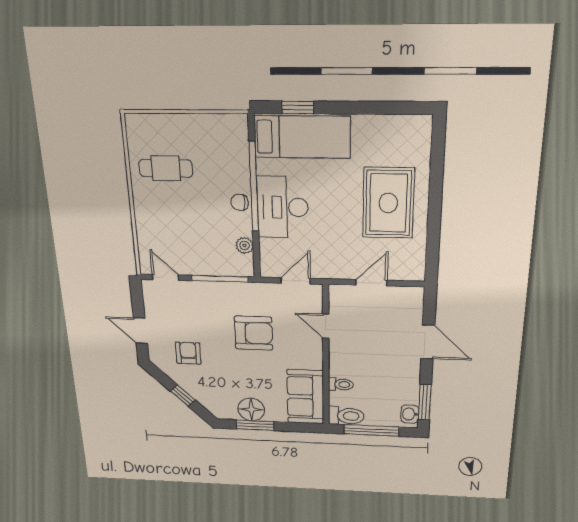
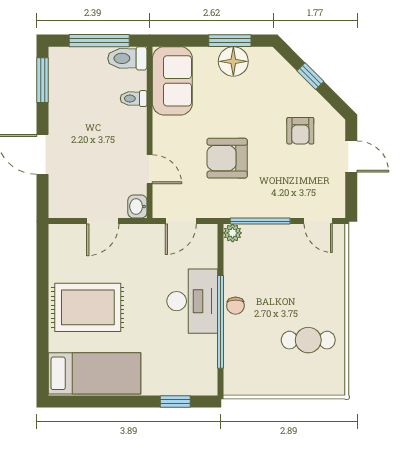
bed: (302, 137) -> (95, 373), moved, turned 180
chair: (240, 202) -> (235, 306), turned 90
rug: (388, 203) -> (88, 307), turned 90
plant: (245, 245) -> (233, 233), moved
washbasin: (410, 414) -> (137, 207), moved, turned 180

